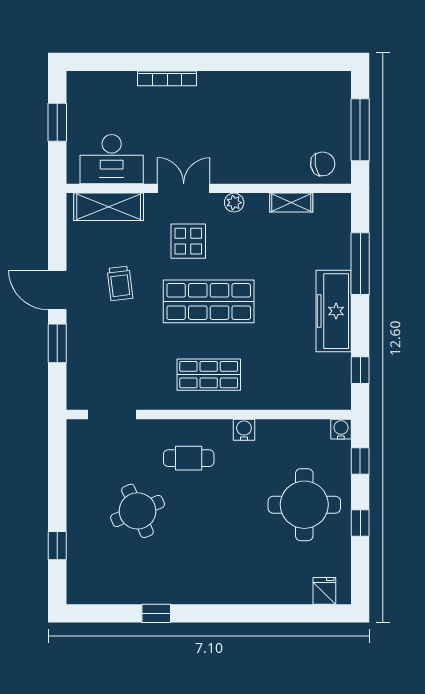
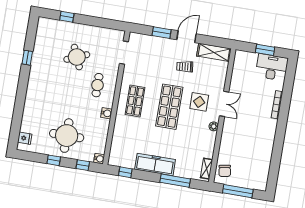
desk: (112, 159) -> (272, 67), moved, turned 90
shelving: (291, 203) -> (207, 169), moved
shelving: (109, 207) -> (214, 52), moved, turned 90

